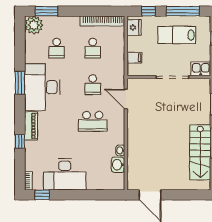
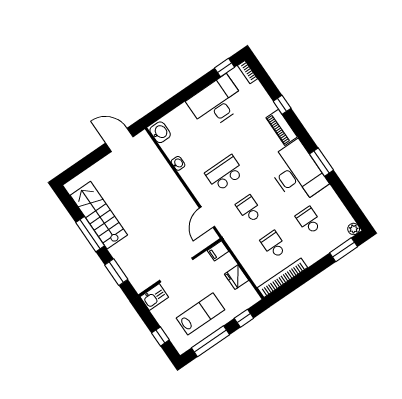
plant: (34, 25) -> (354, 229), width x0.53, depth x0.53
fridge: (134, 28) -> (237, 277), moved
filing cabinet: (134, 58) -> (218, 251), moved
door: (126, 99) -> (207, 217), swing flipped
washbasin: (118, 165) -> (160, 132), moved

